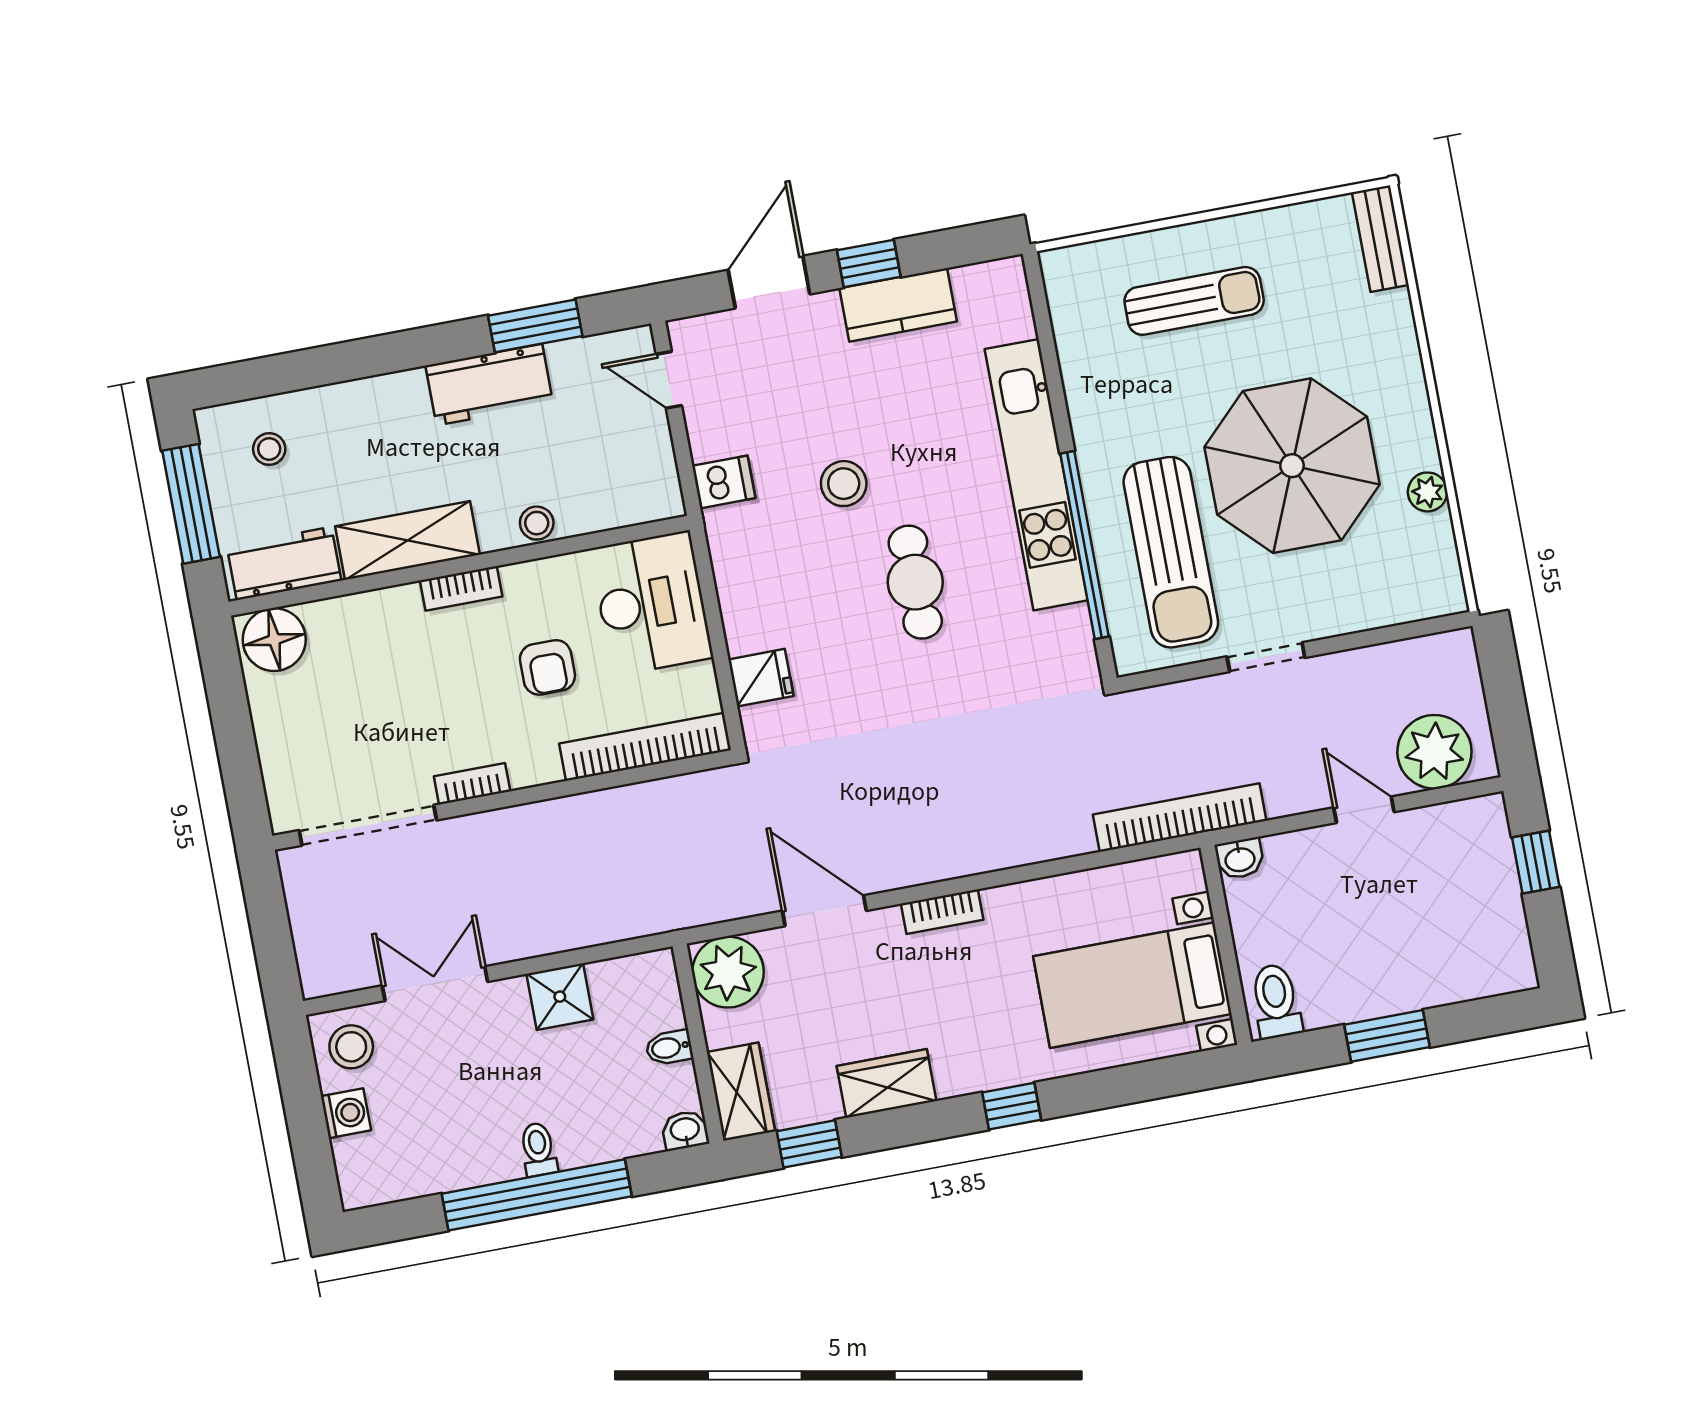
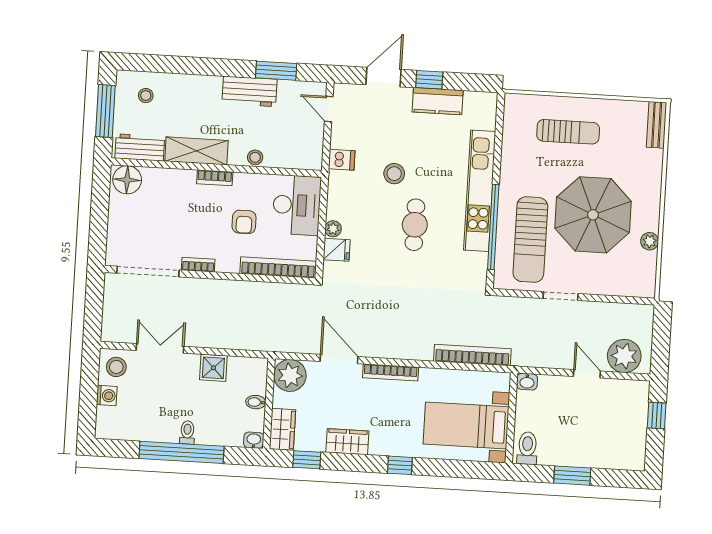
plant: (742, 635) -> (333, 229), added
bookcase: (1180, 818) -> (472, 355), moved
bookcase: (942, 912) -> (391, 372), width x1.56

